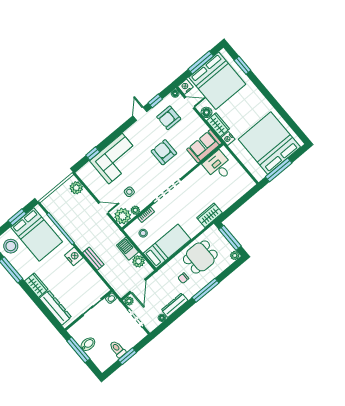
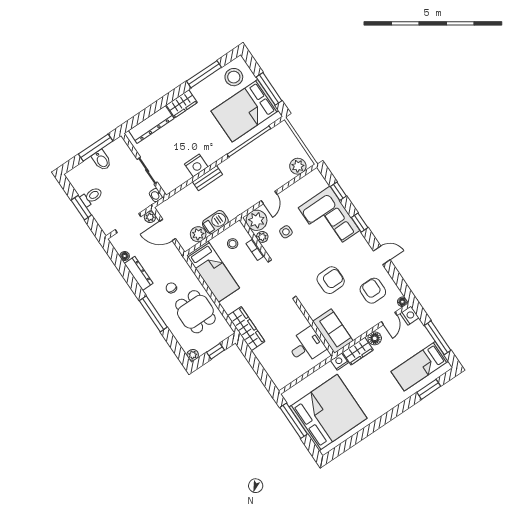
bed: (217, 81) -> (420, 366), width x0.49
window: (155, 101) -> (360, 223), moved
wardrobe: (210, 215) -> (246, 329), width x1.50
window: (17, 217) -> (269, 89), width x1.44
window: (230, 238) -> (215, 351), width x0.46
nightstand: (74, 256) -> (196, 165), moved

